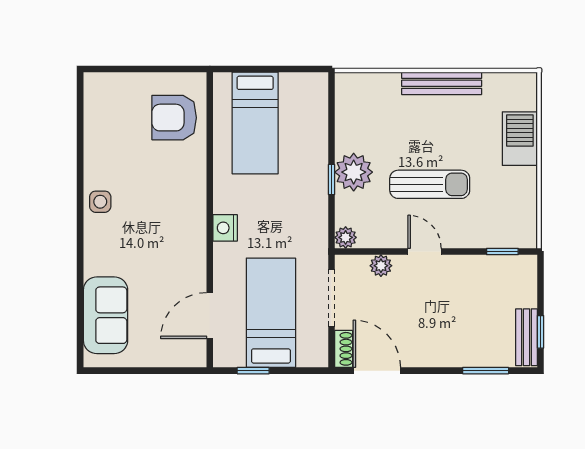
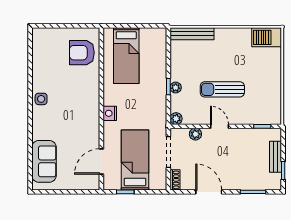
bench: (442, 83) -> (192, 34), moved
barbecue: (520, 139) -> (267, 37), moved, turned -90
plant: (354, 172) -> (176, 87), width x0.53, depth x0.53
sun lounger: (430, 184) -> (222, 89), turned 180
bench: (527, 337) -> (276, 157), moved
door: (377, 371) -> (209, 192), moved

